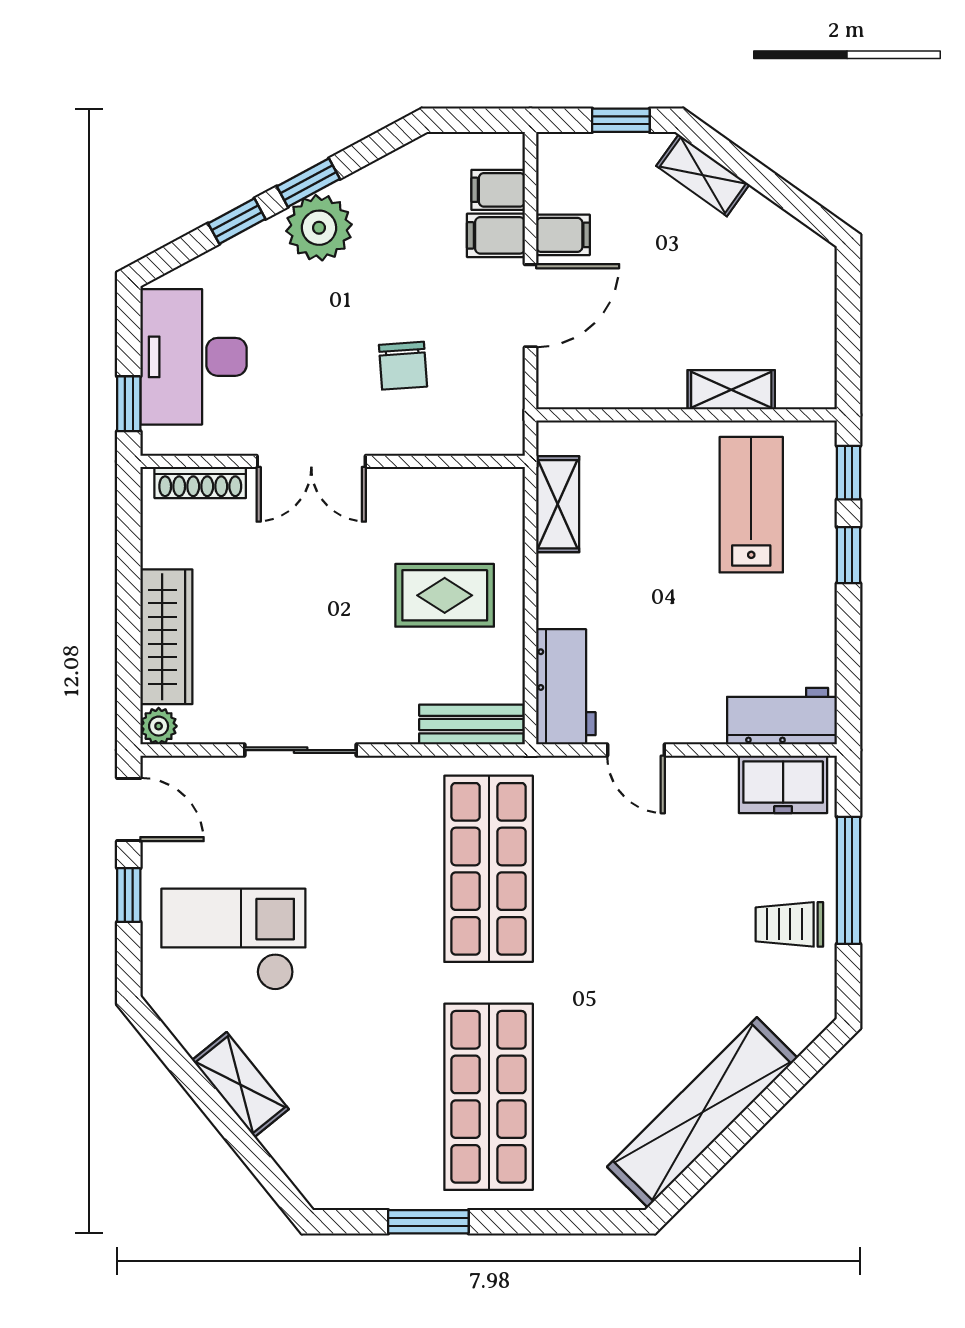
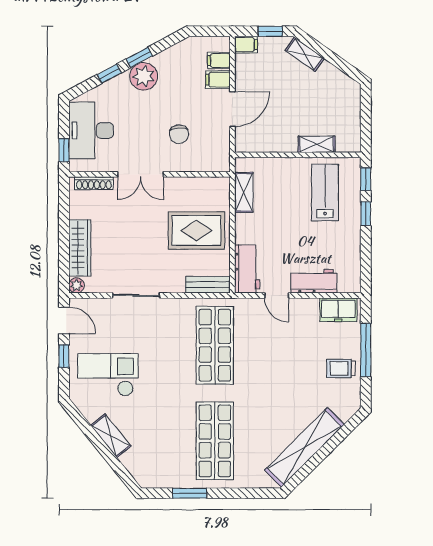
filing cabinet: (563, 235) -> (246, 45), moved
rug: (445, 595) -> (196, 231), width x1.36, depth x1.43
workbench: (782, 716) -> (314, 281), moved

